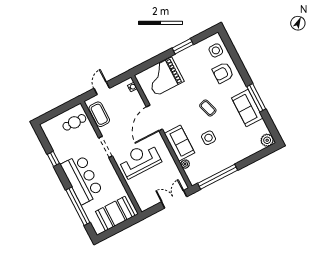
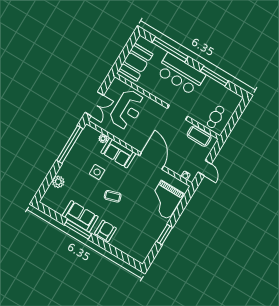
side table: (216, 50) -> (135, 248), removed
armchair: (223, 73) -> (105, 231), moved
grand piano: (164, 77) -> (165, 200), turned 180
door: (102, 88) -> (205, 168), moved
plant: (267, 140) -> (58, 182), moved
window: (53, 159) -> (214, 76), width x2.17
reception desk: (140, 160) -> (127, 110), moved

